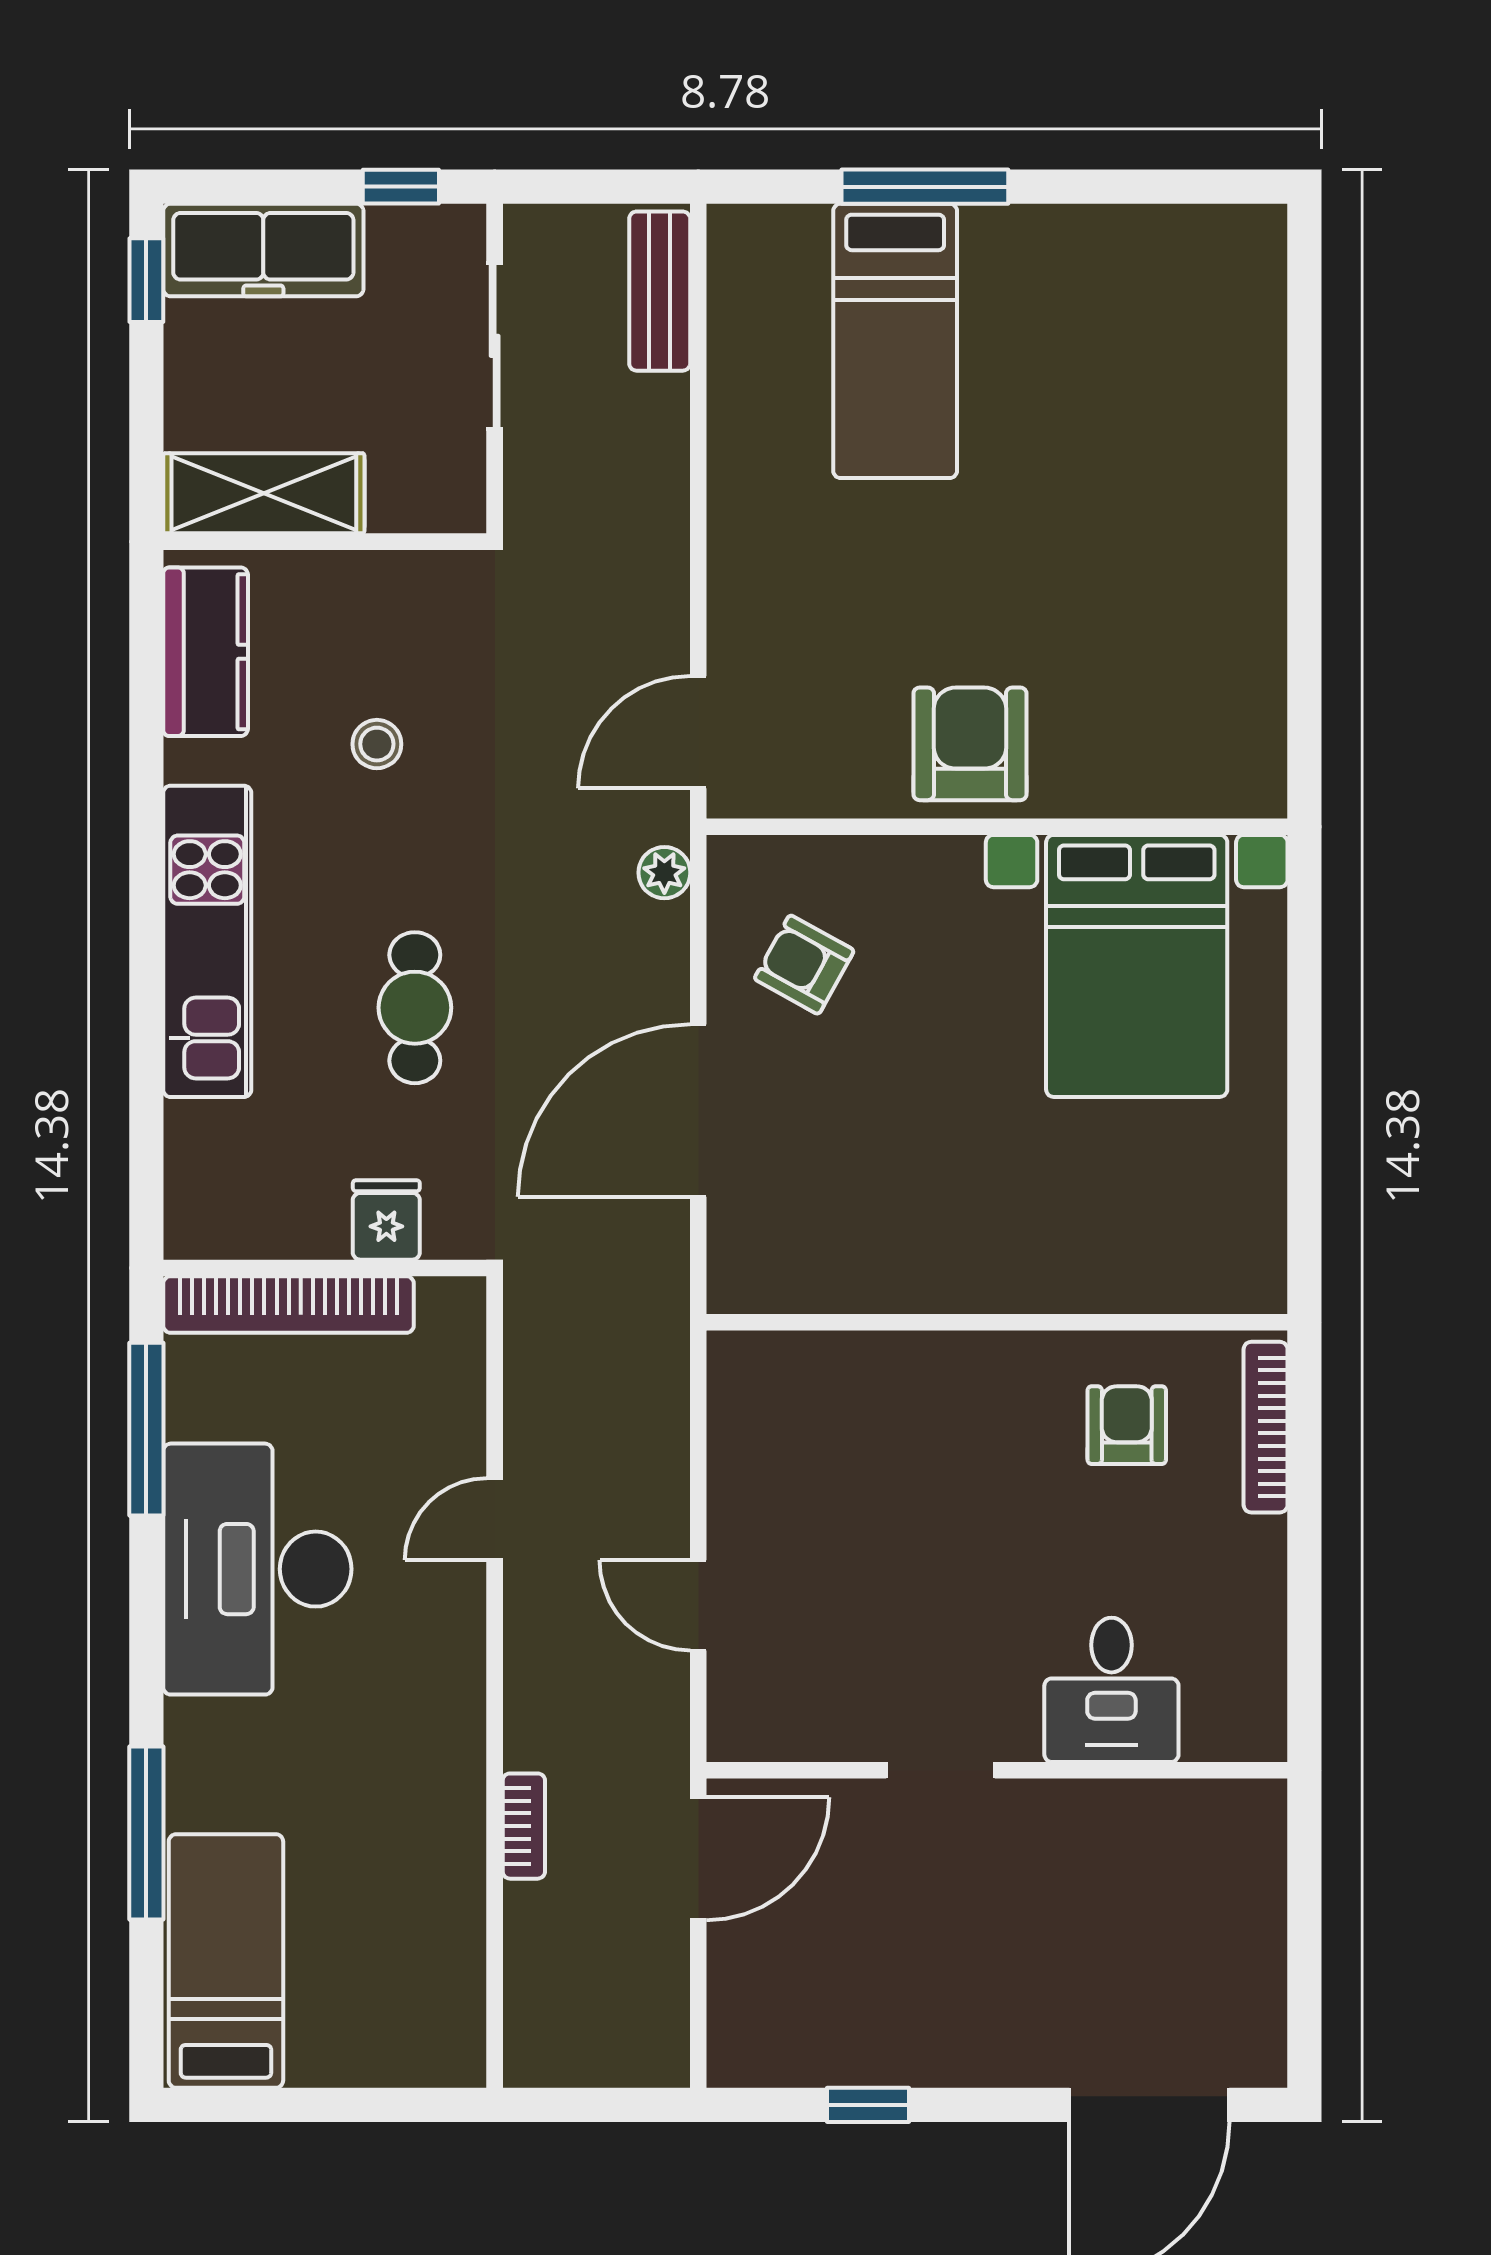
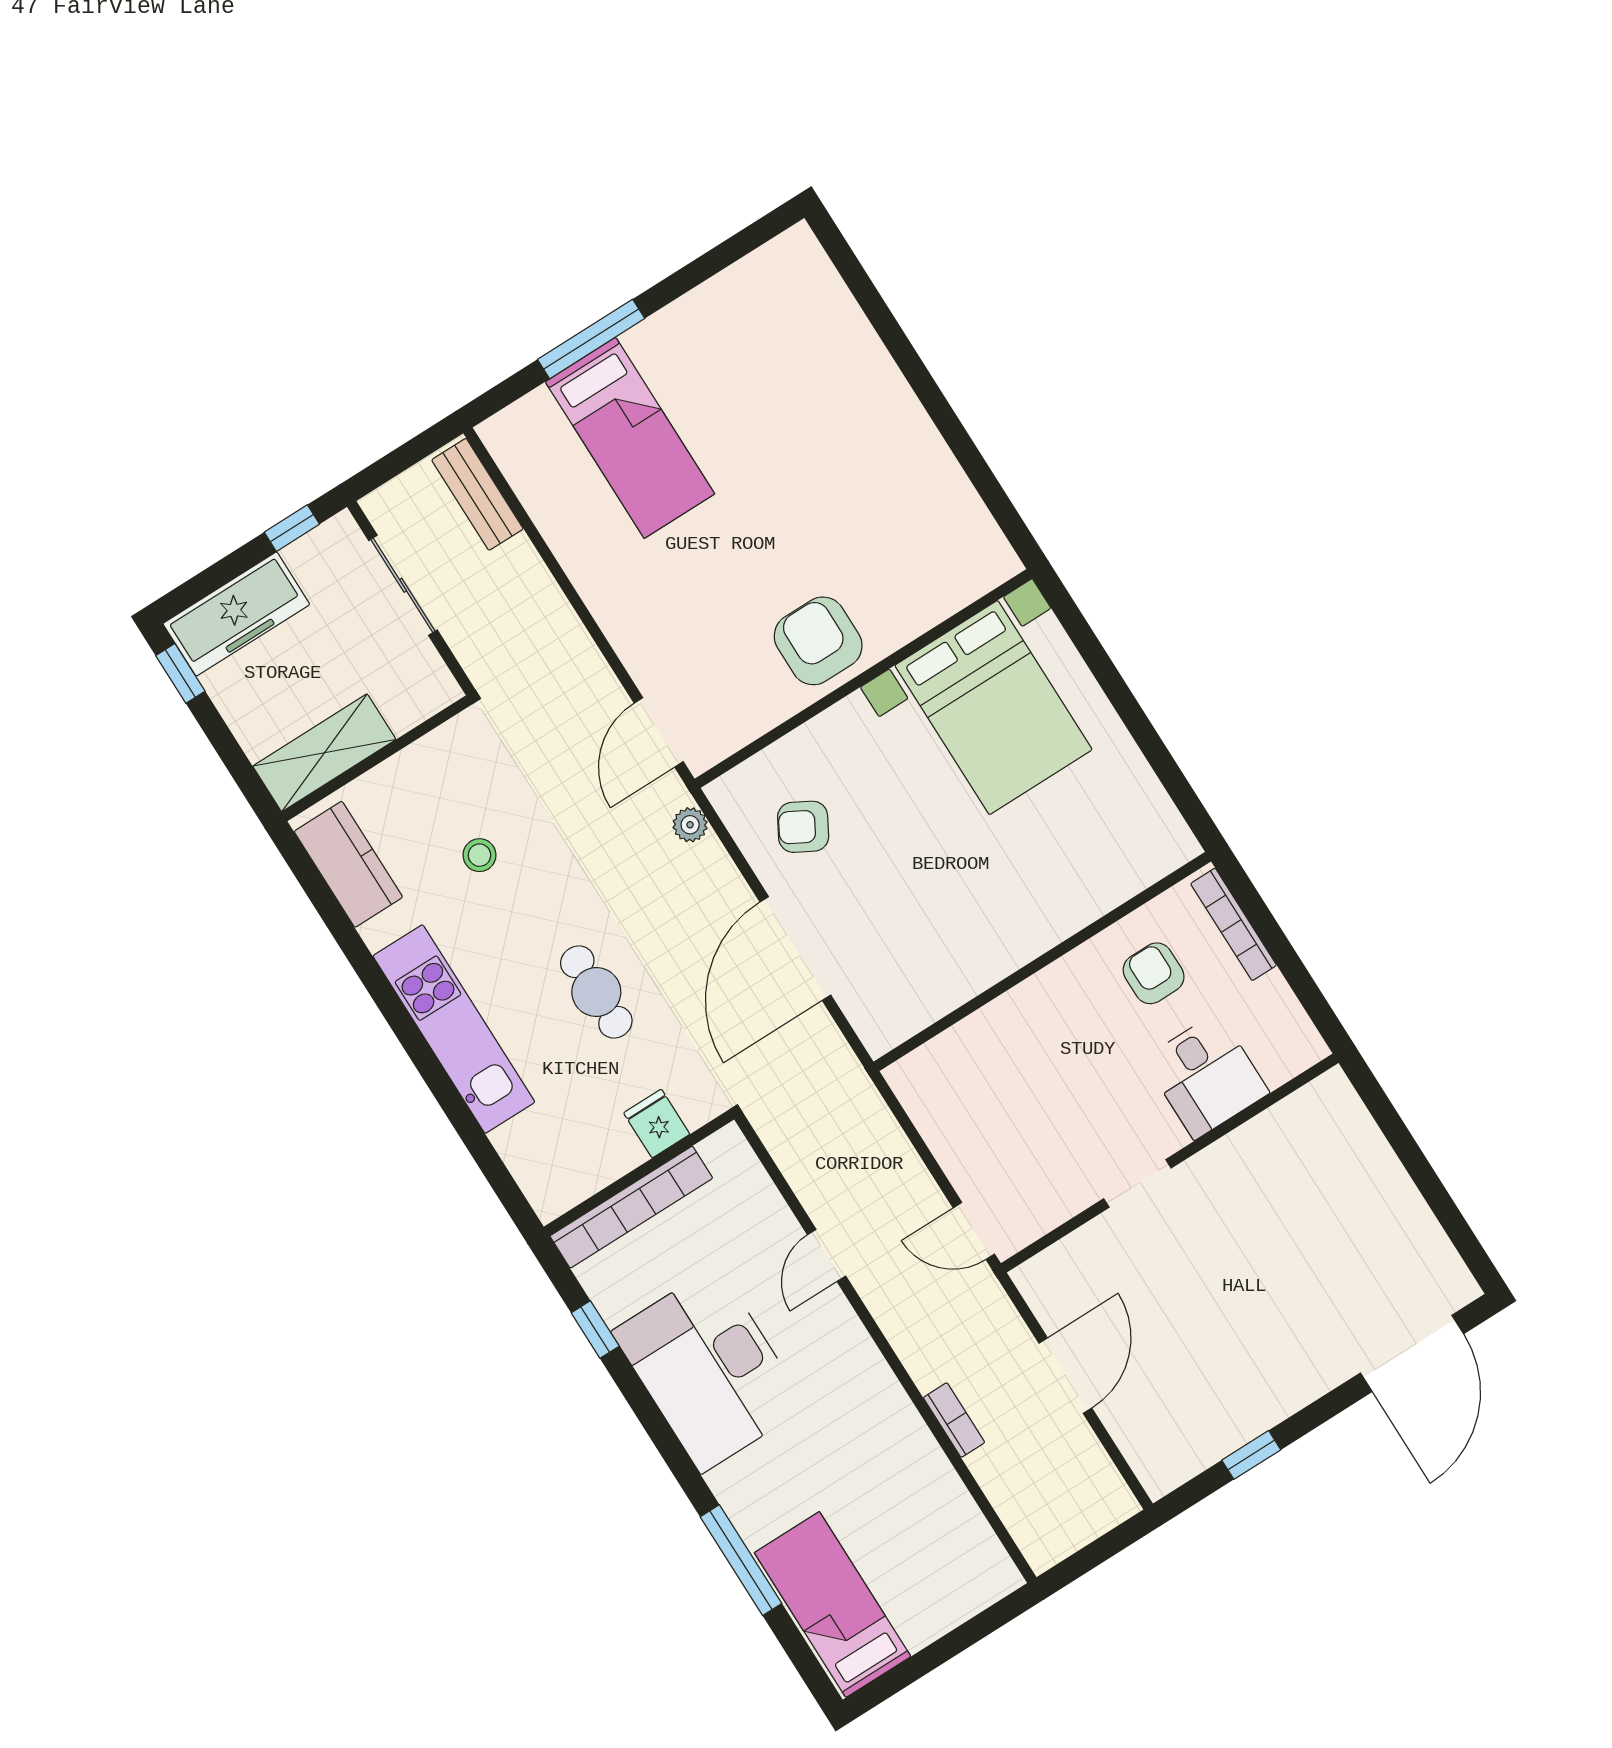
window: (146, 1429) -> (595, 1330), width x0.46
desk: (1111, 1690) -> (1206, 1076), moved
doorway: (940, 1770) -> (1137, 1183), moved
wall: (997, 1770) -> (1170, 1163), moved

